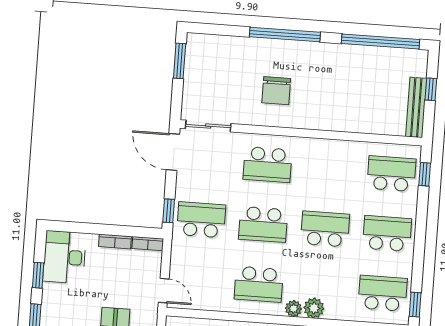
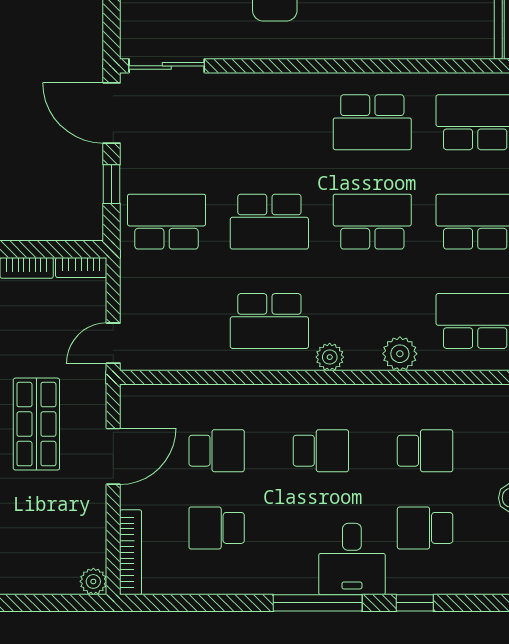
school desk: (268, 165) -> (372, 122), moved
window: (169, 211) -> (112, 184), moved
door: (164, 291) -> (113, 343), swing flipped
plant: (314, 308) -> (400, 354), moved

